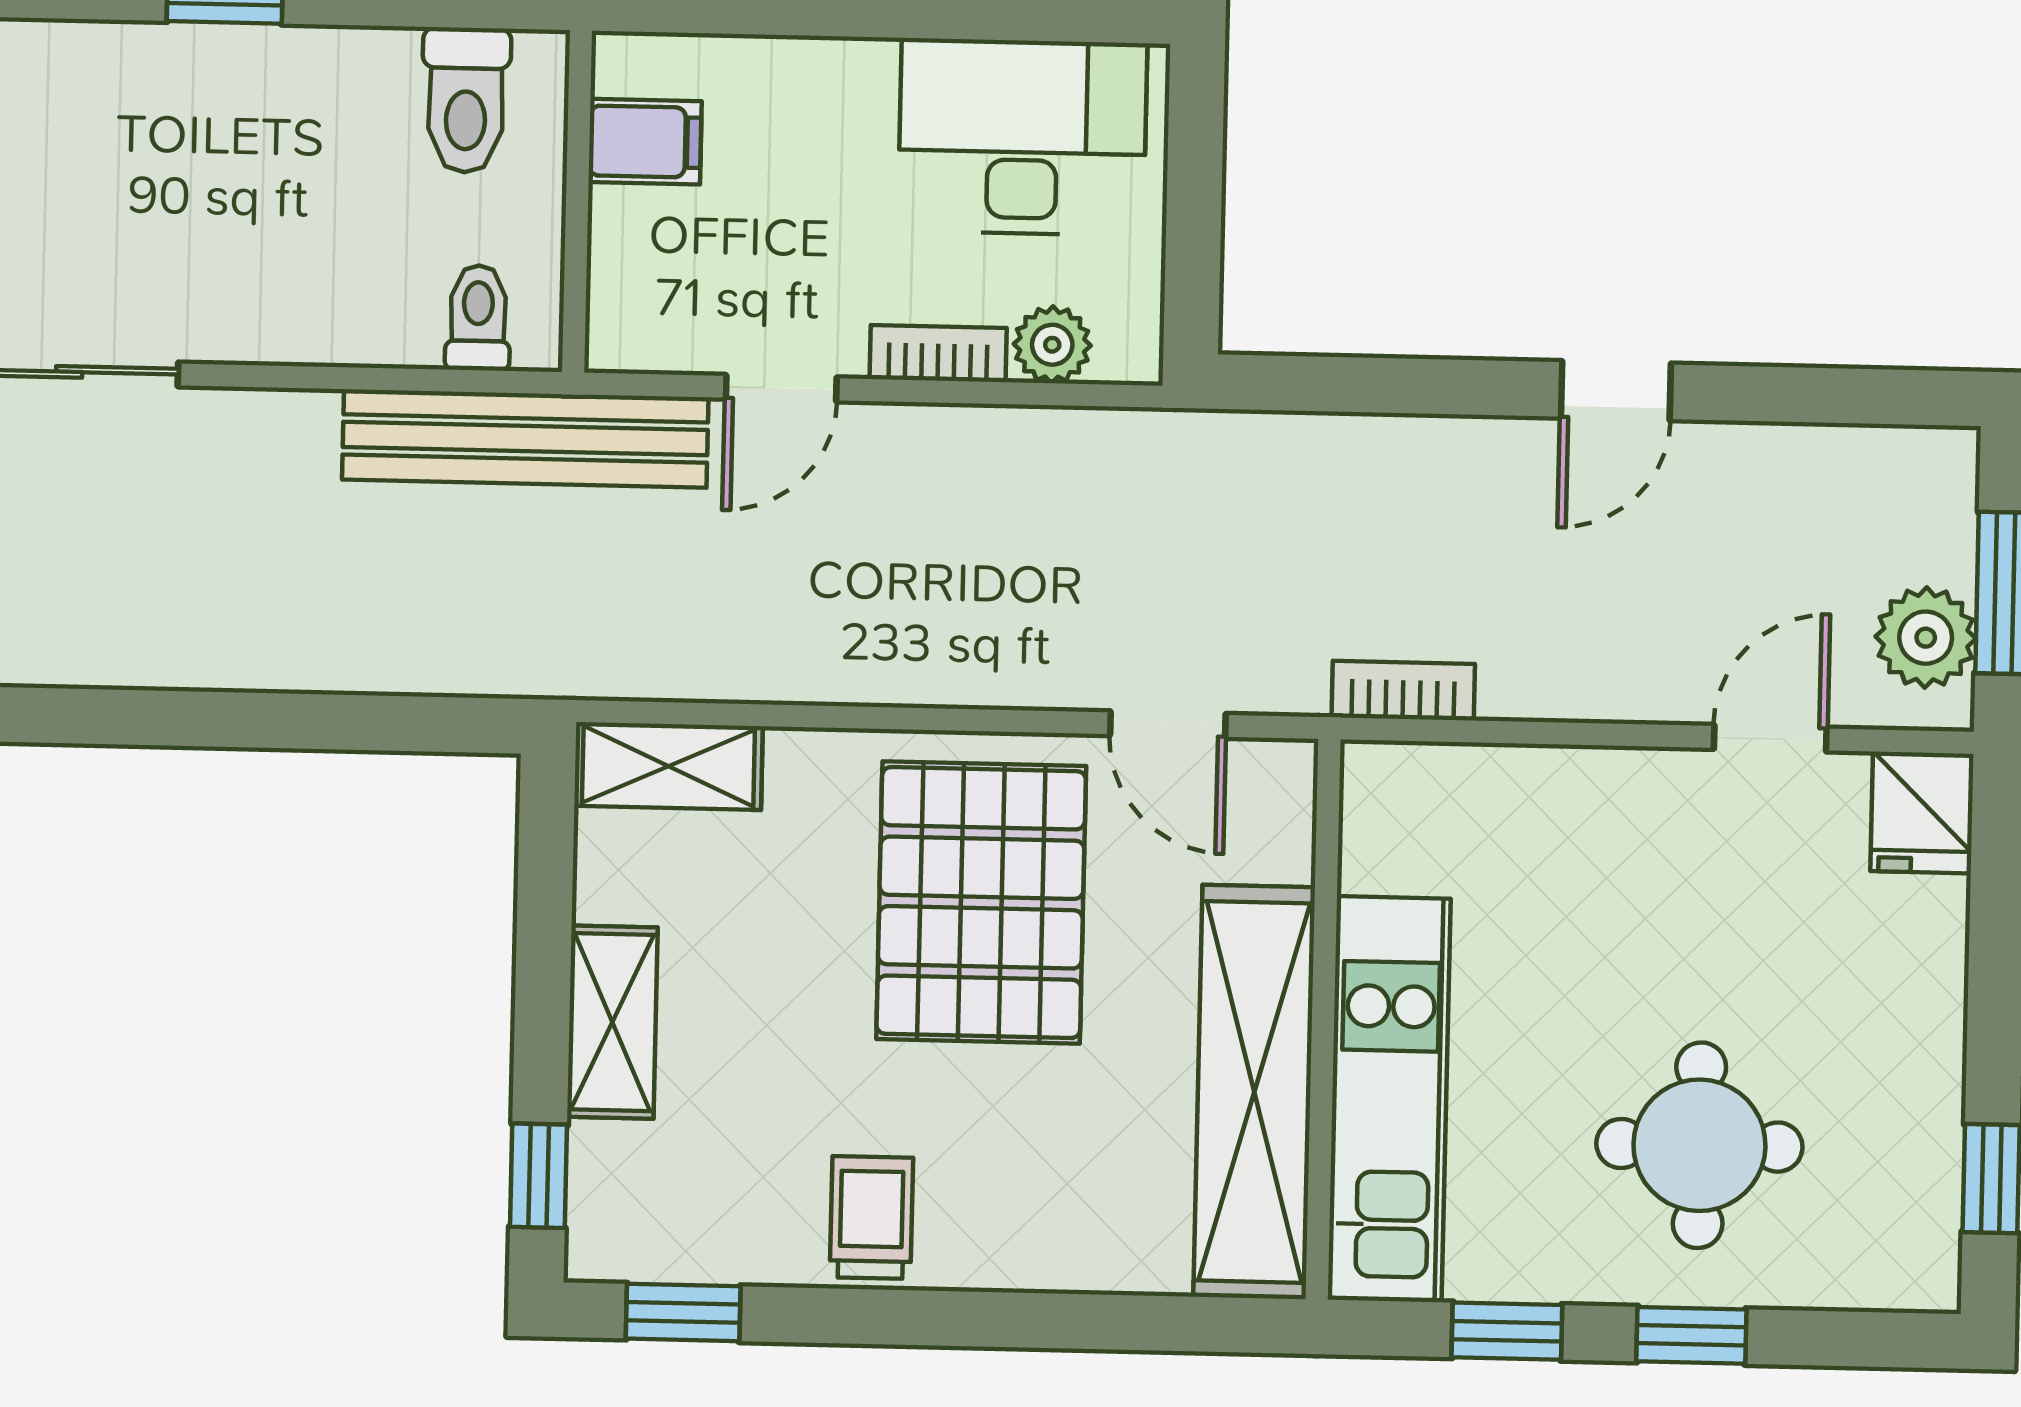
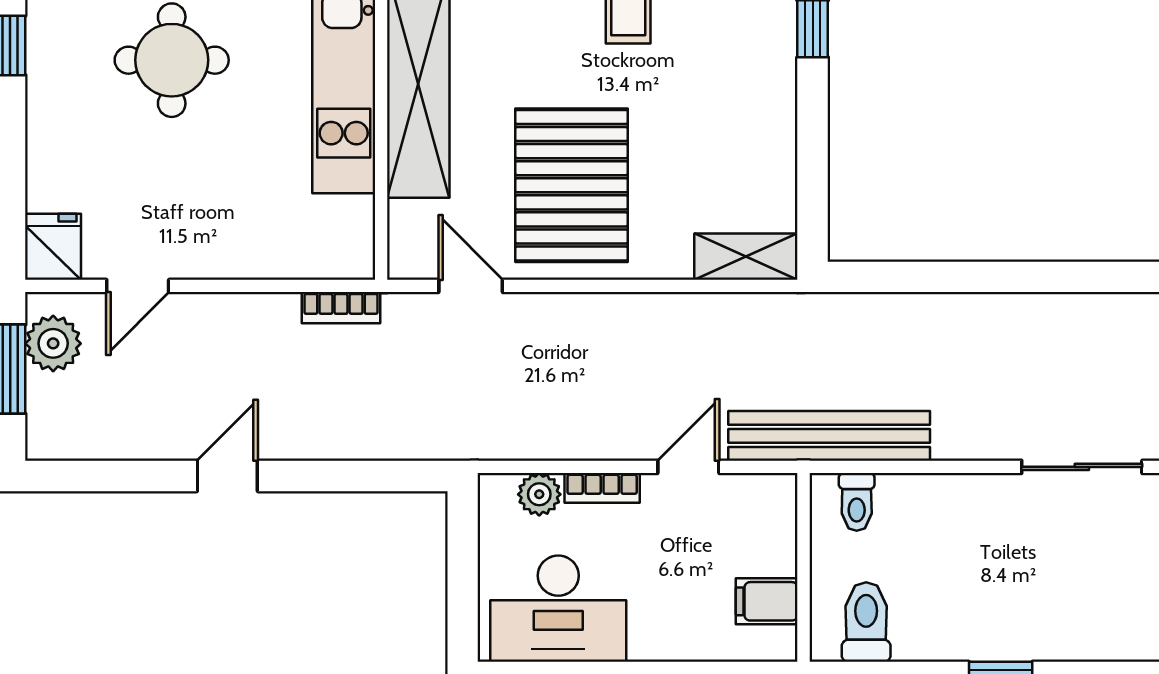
shelving: (612, 1022) -> (774, 115), removed

